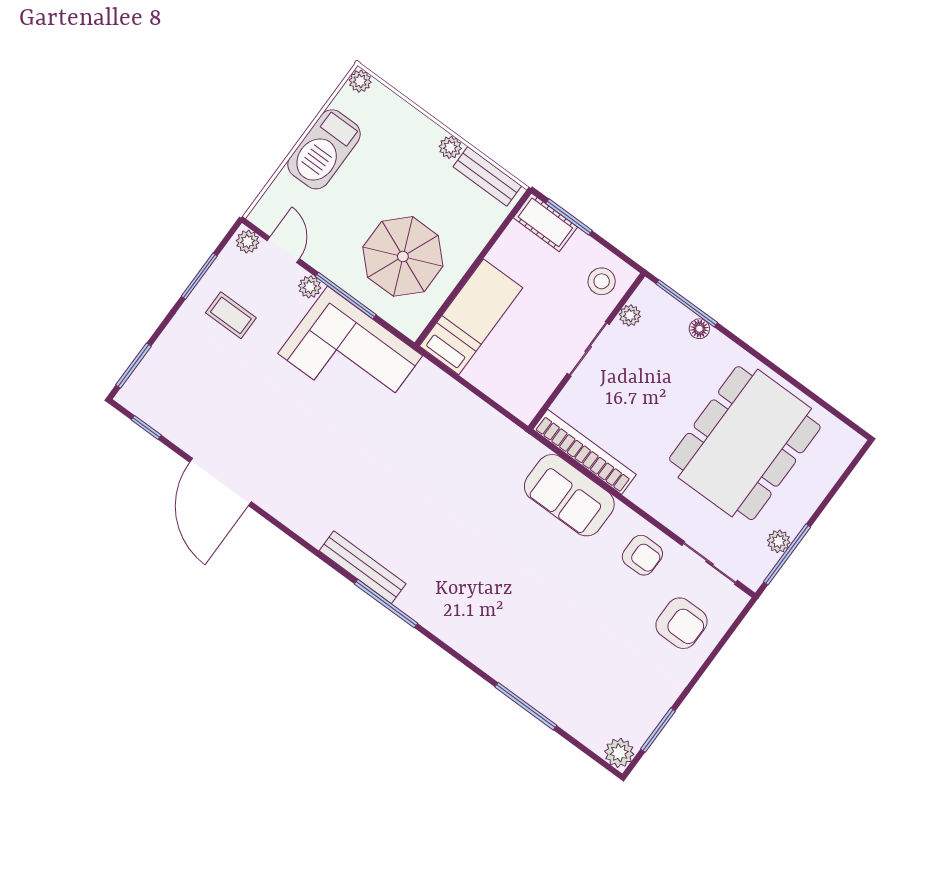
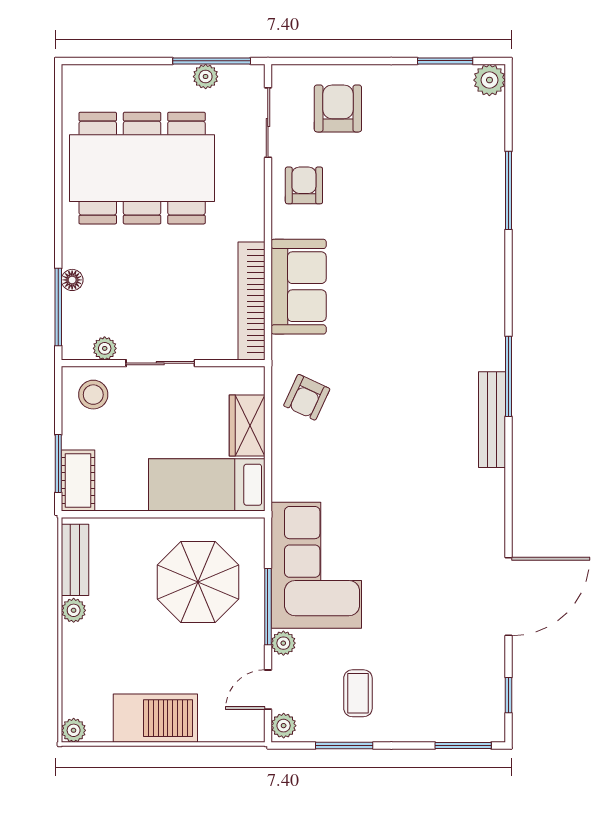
wardrobe: (493, 380) -> (247, 425), added
armchair: (482, 440) -> (307, 397), added

